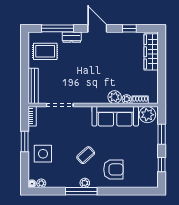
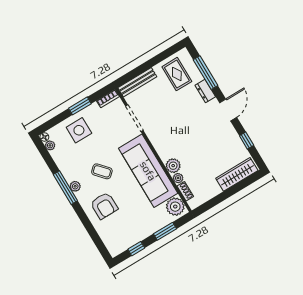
sofa: (115, 116) -> (148, 171), width x1.36, depth x1.27

